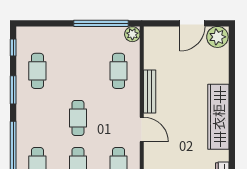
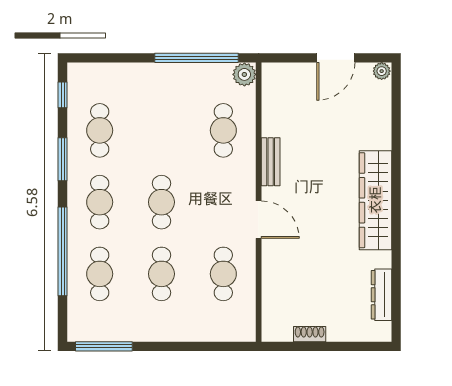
plant: (217, 37) -> (382, 71), width x0.53, depth x0.53
bench: (150, 92) -> (271, 162), width x0.73
cafe table: (37, 118) -> (100, 202), added

